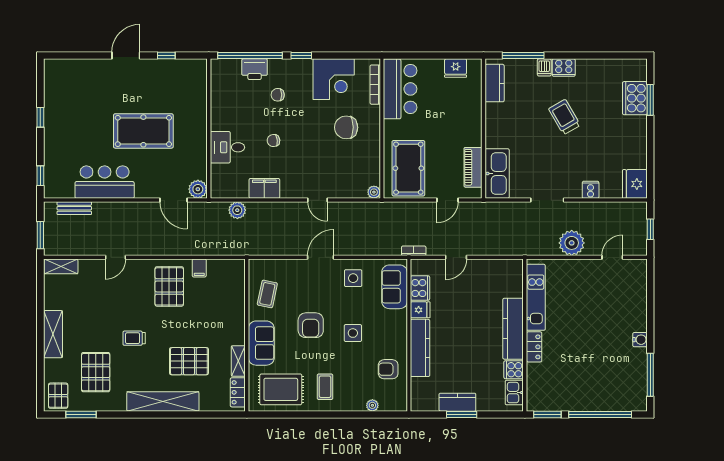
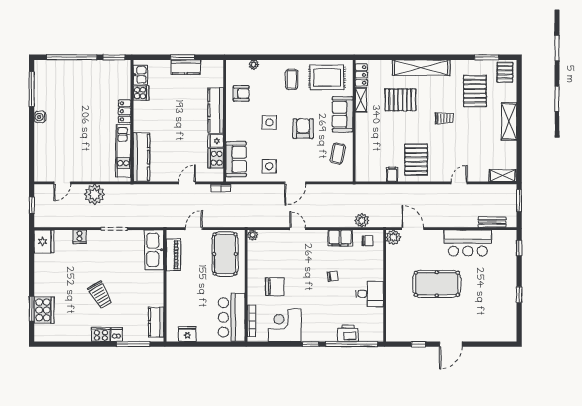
chair: (278, 95) -> (368, 241), moved
desk: (227, 147) -> (370, 294), moved
kitchen counter: (513, 329) -> (141, 157), moved

